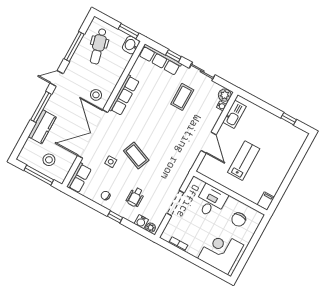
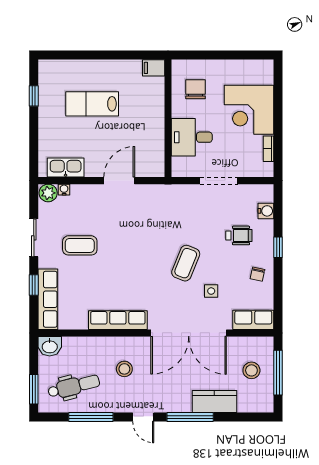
window: (128, 31) -> (34, 389), moved
stool: (96, 95) -> (124, 369), moved
lab bench: (244, 161) -> (92, 104), moved
chair: (239, 219) -> (196, 89), turned -90
plant: (151, 228) -> (267, 195), removed
corner desk: (221, 252) -> (249, 110), moved

